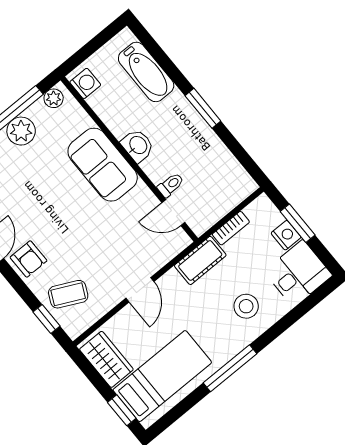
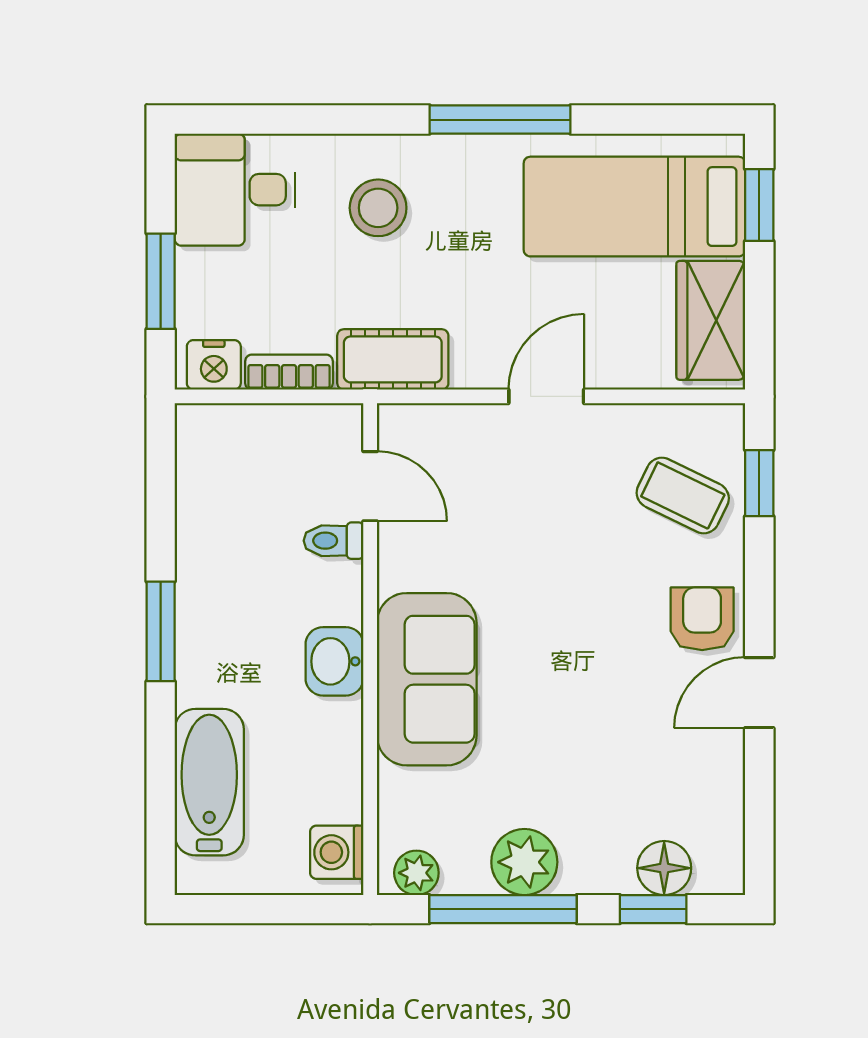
nightstand: (286, 235) -> (214, 365), moved, turned -90

